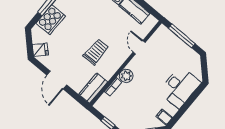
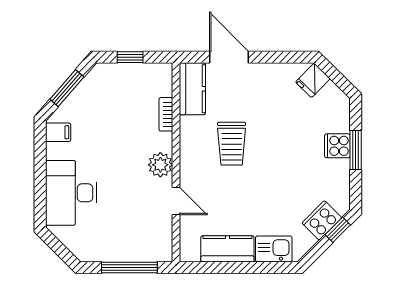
cooker: (51, 20) -> (337, 146), width x0.53, depth x0.76
plant: (126, 76) -> (160, 165), moved
door: (57, 80) -> (229, 57), moved

